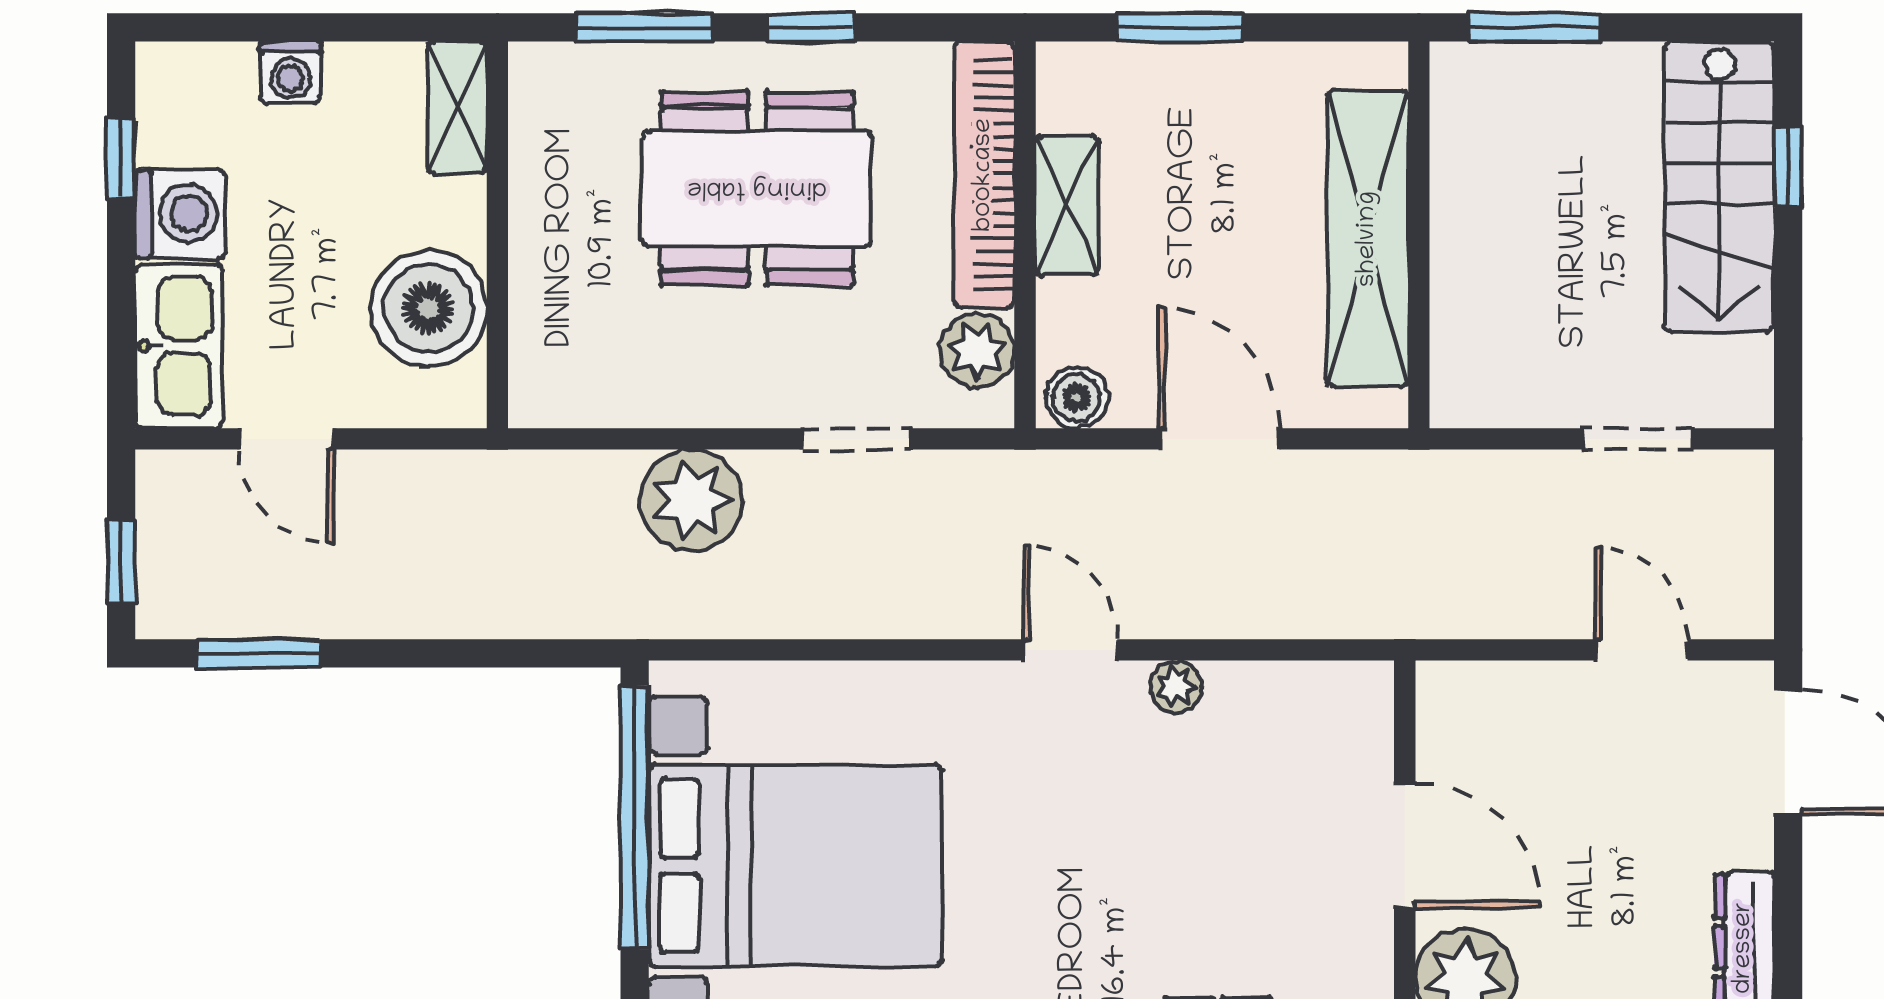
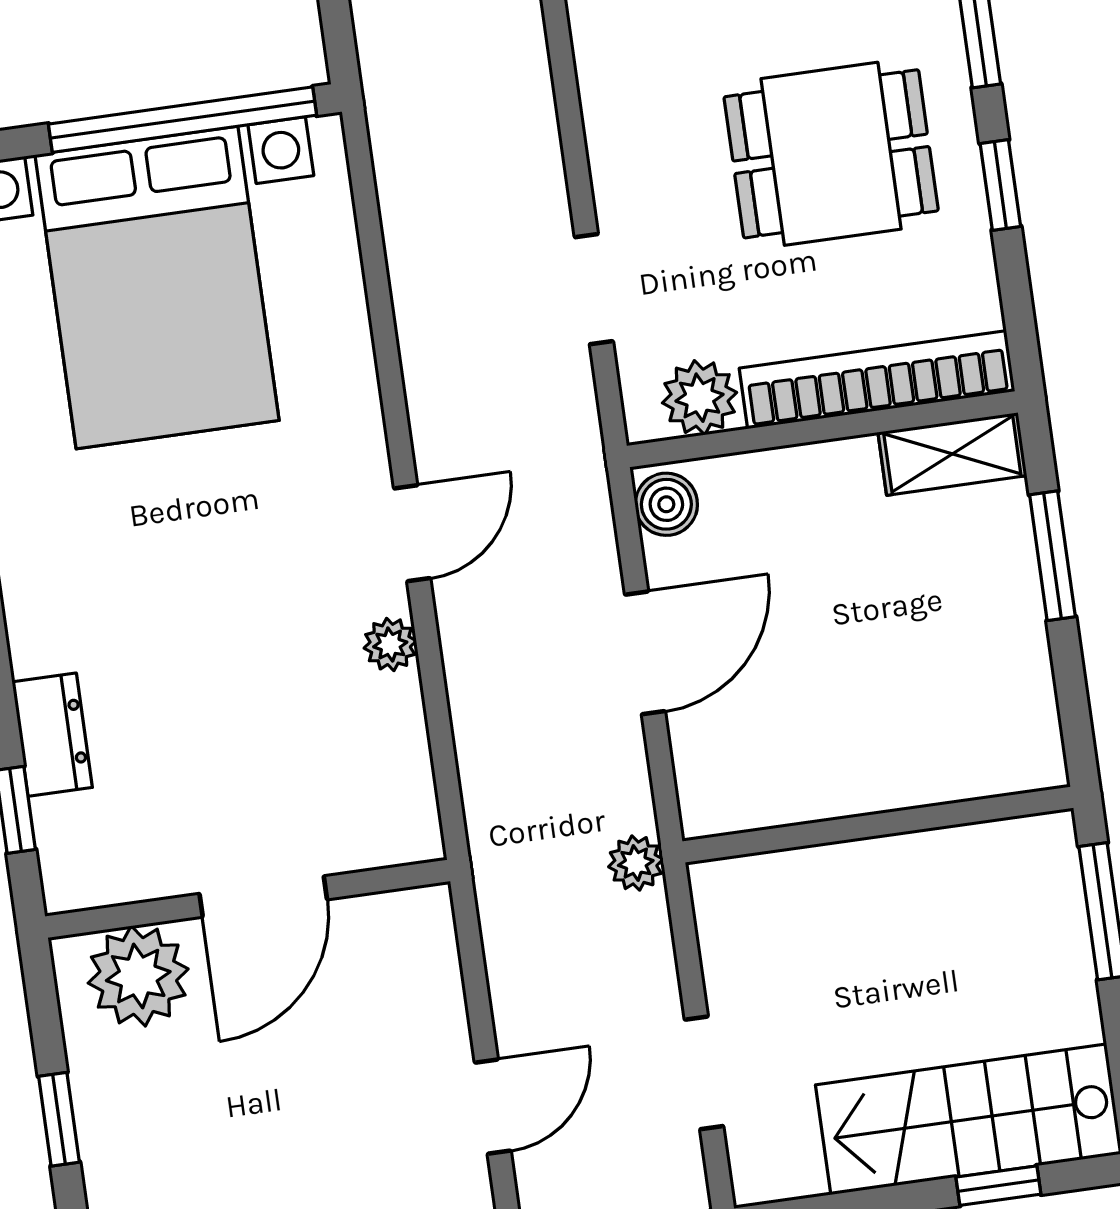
dining table: (757, 188) -> (831, 154), width x0.73
shelving: (1067, 205) -> (952, 454), moved
shelving: (1368, 239) -> (867, 774), removed
plant: (691, 501) -> (636, 863), moved, width x0.53, depth x0.53

